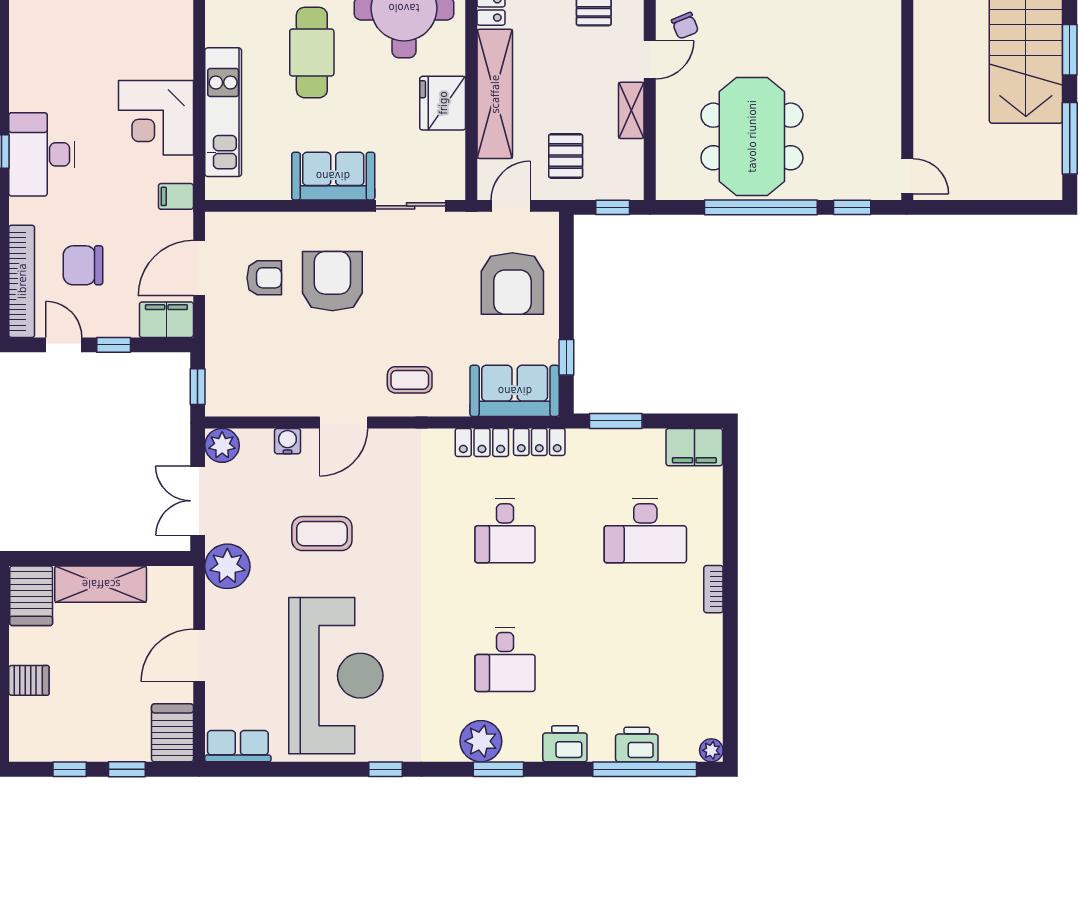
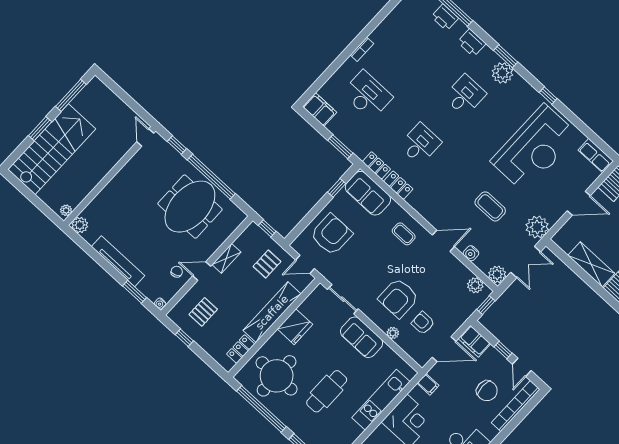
plant: (294, 224) -> (393, 333), added
plant: (239, 401) -> (475, 285), added
reception desk: (336, 676) -> (534, 148), turned 180

